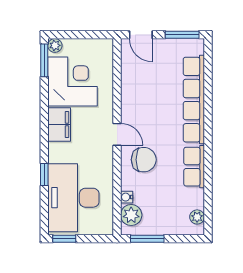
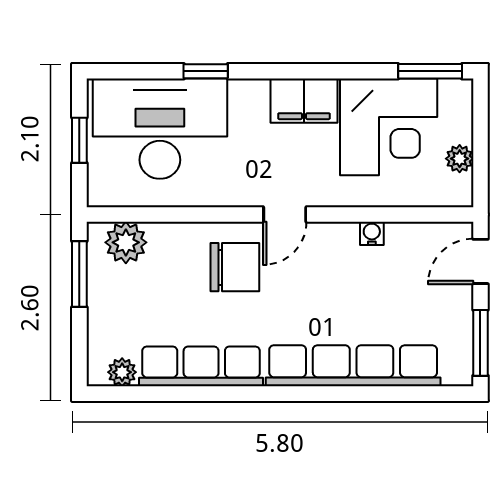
plant: (55, 45) -> (460, 159), moved
chair: (144, 160) -> (235, 267), turned -90
row of seats: (194, 167) -> (201, 366), width x1.48
water cooler: (127, 197) -> (372, 233), moved
window: (64, 239) -> (79, 140), moved

